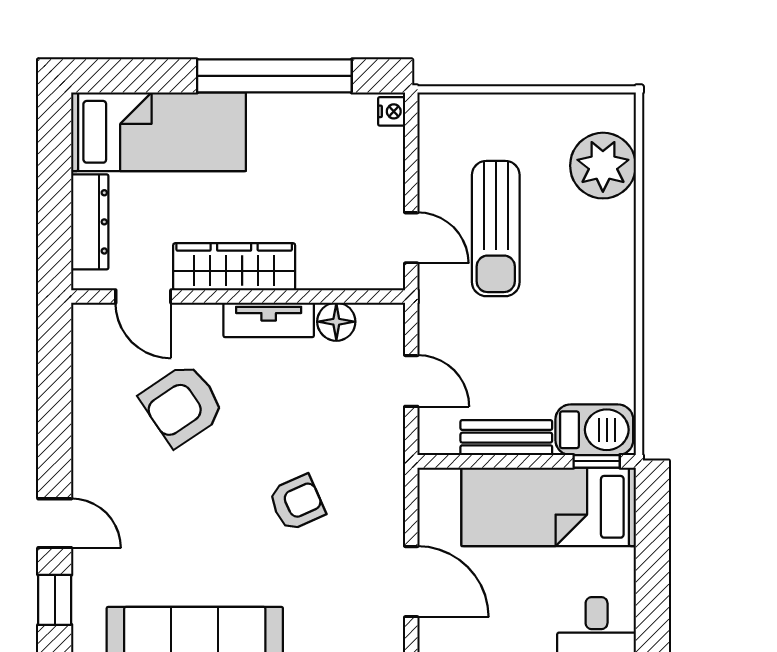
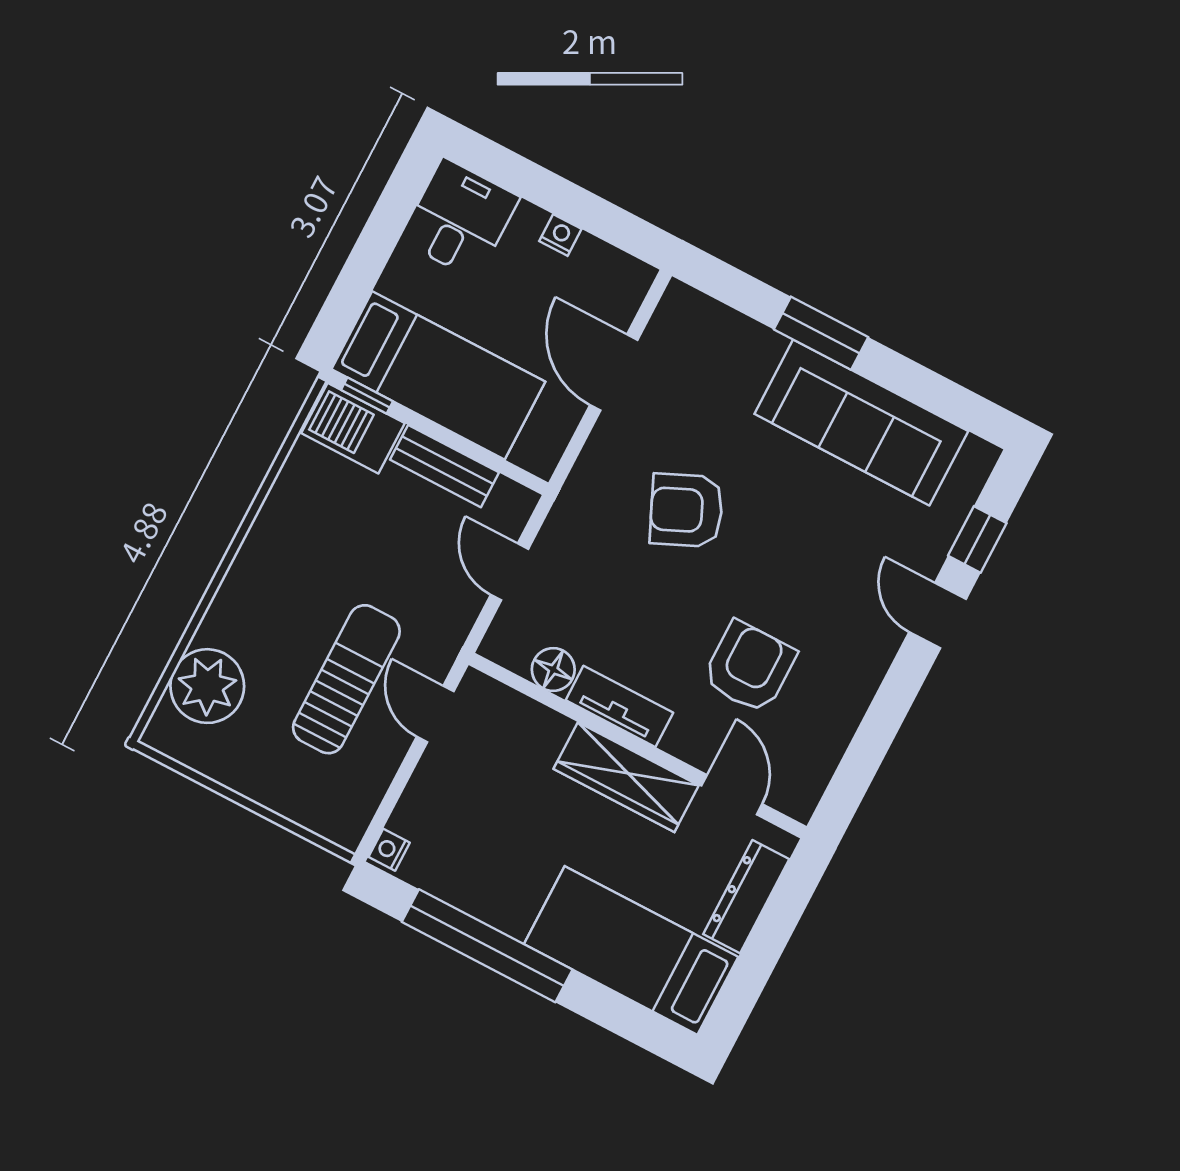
armchair: (182, 405) -> (749, 667), turned -56
armchair: (297, 503) -> (686, 510), width x1.38, depth x1.38

